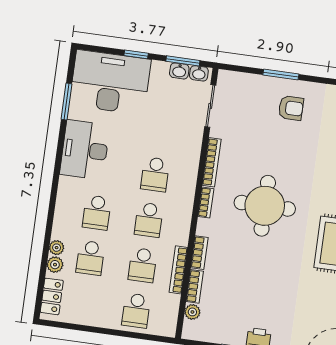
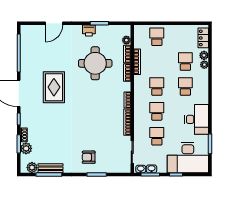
round table: (265, 206) -> (95, 63), moved
school desk: (142, 265) -> (157, 136), moved

